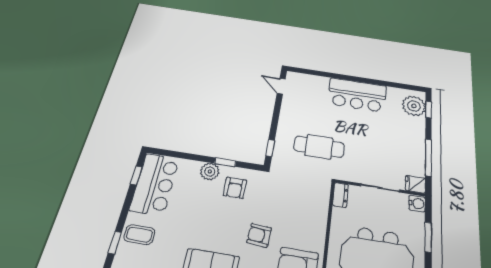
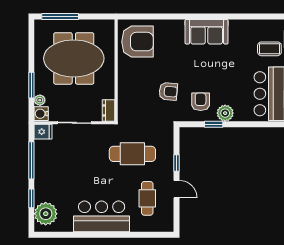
door: (281, 86) -> (176, 189), moved
cafe table: (309, 103) -> (147, 198), added
window: (429, 110) -> (31, 198), moved
window: (270, 148) -> (176, 163), moved
plant: (419, 219) -> (40, 100), added
armchair: (259, 235) -> (168, 91), moved

